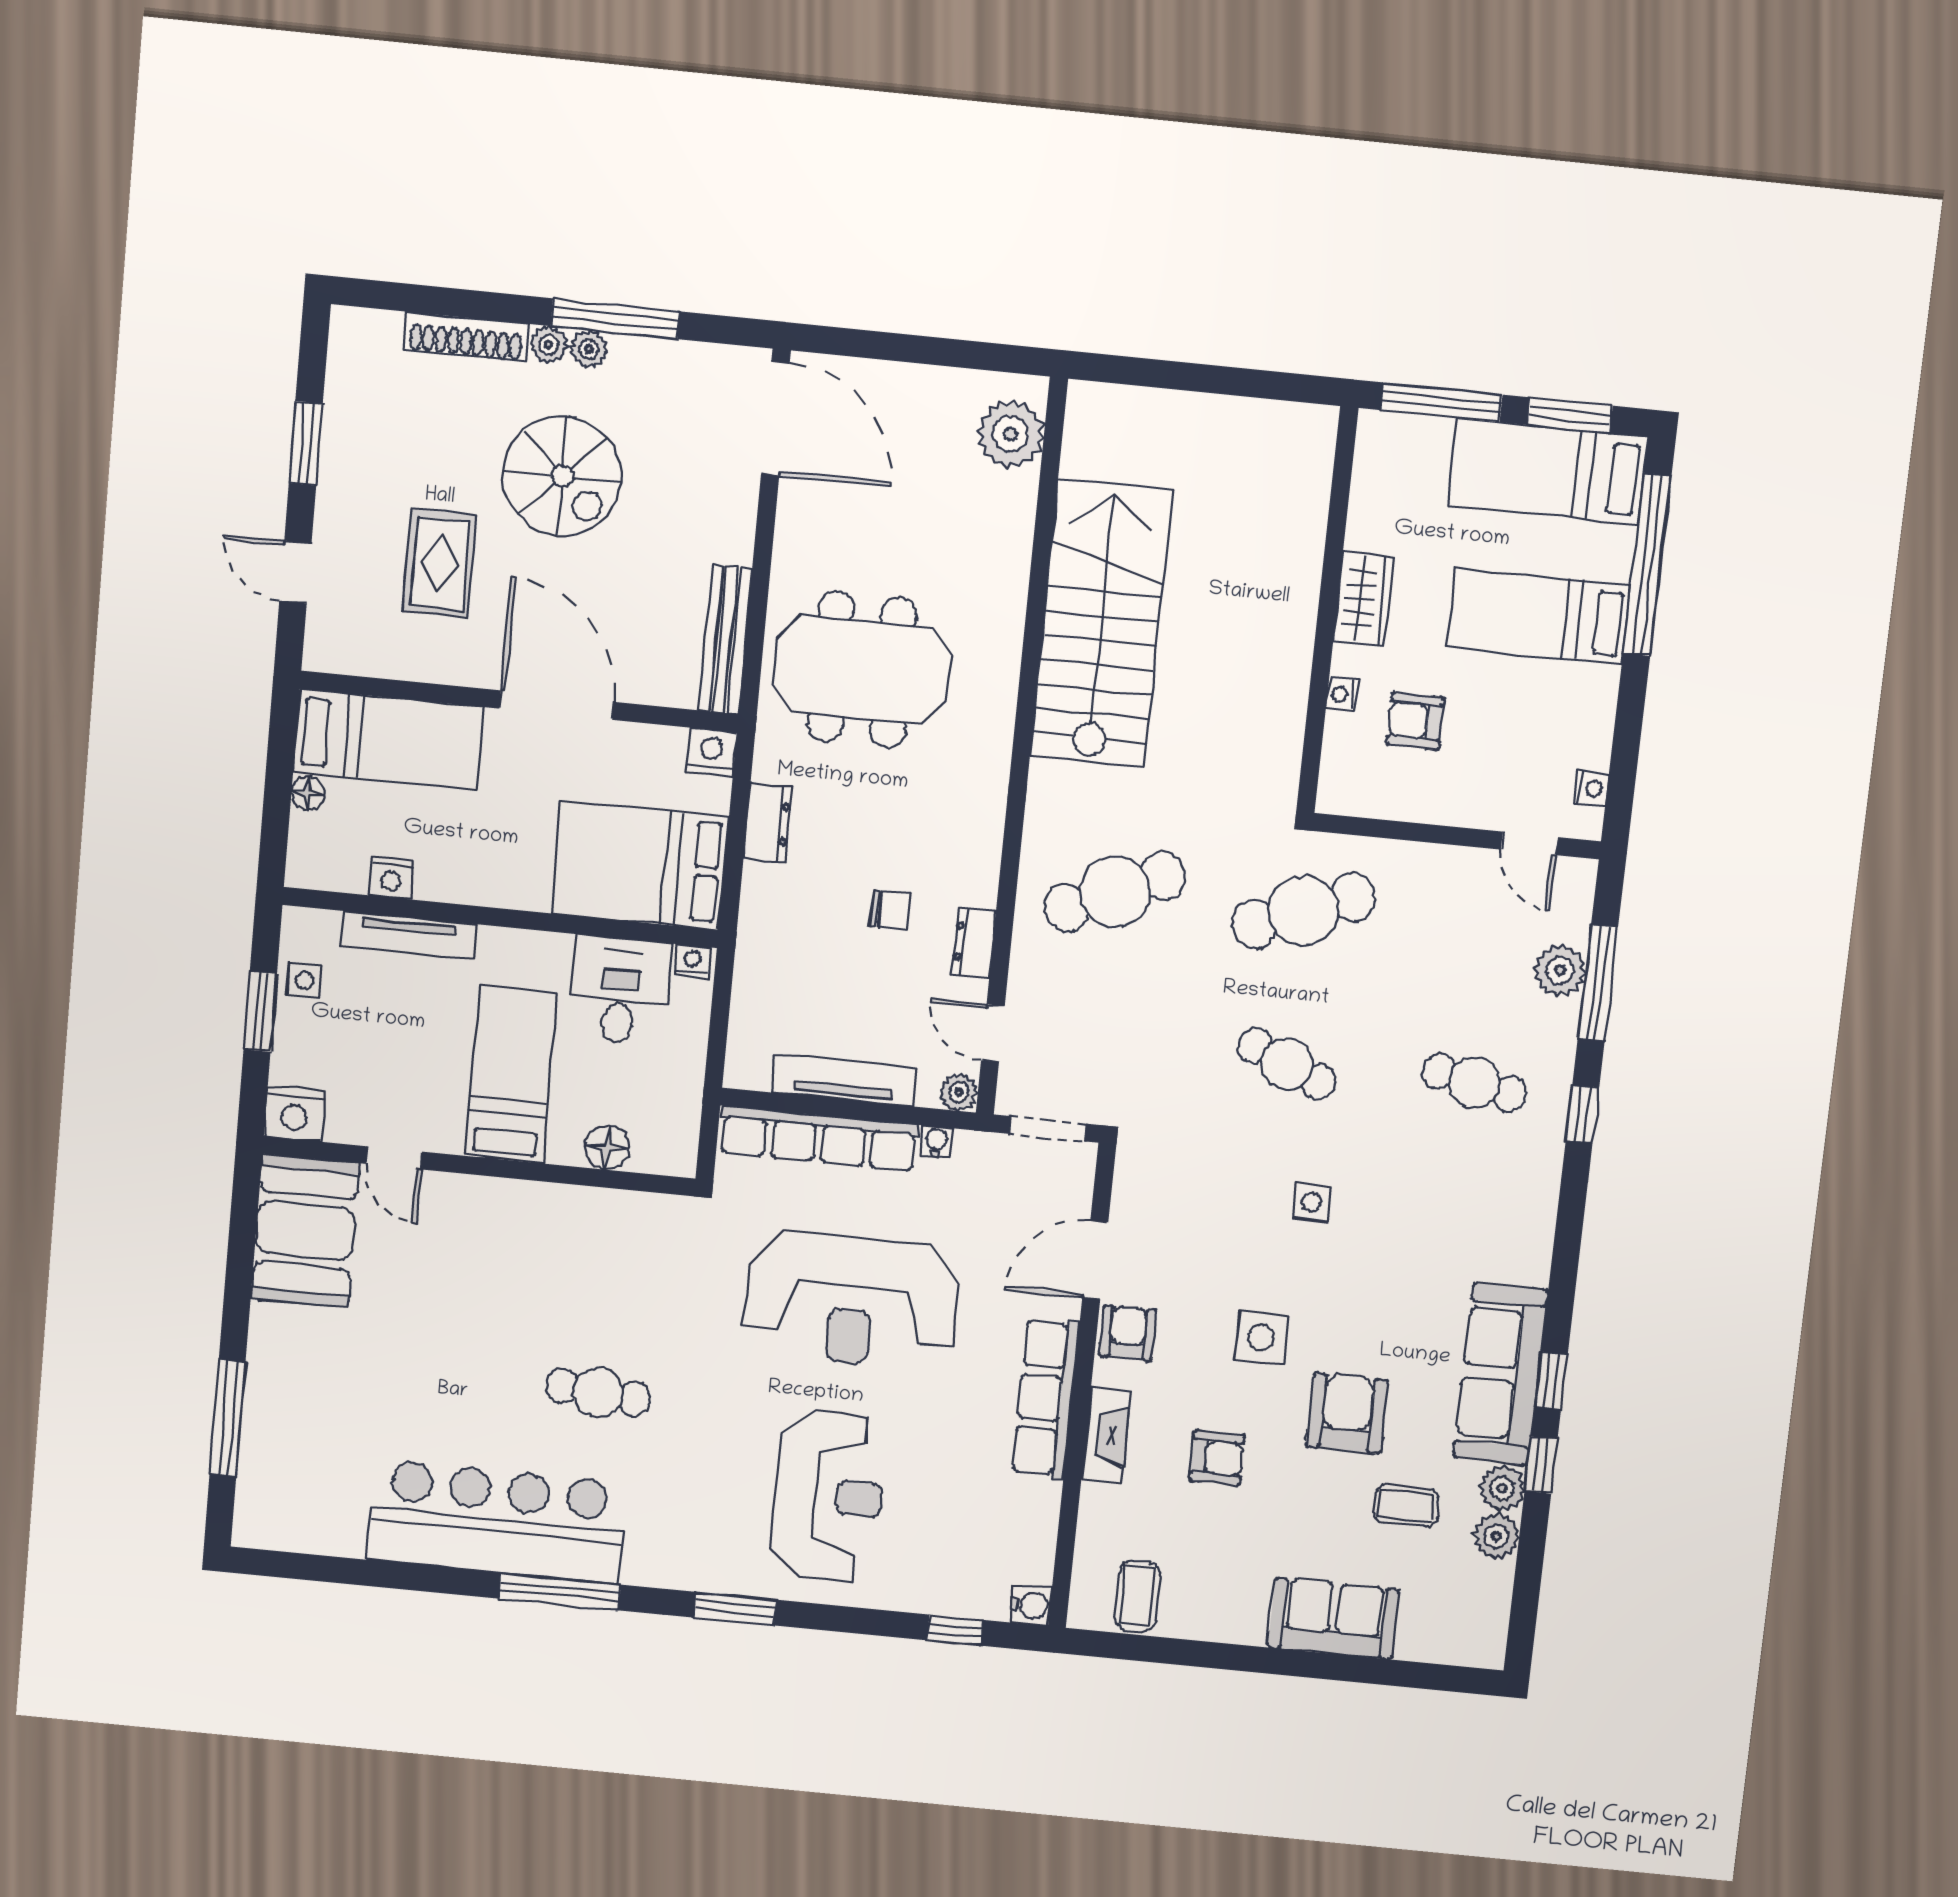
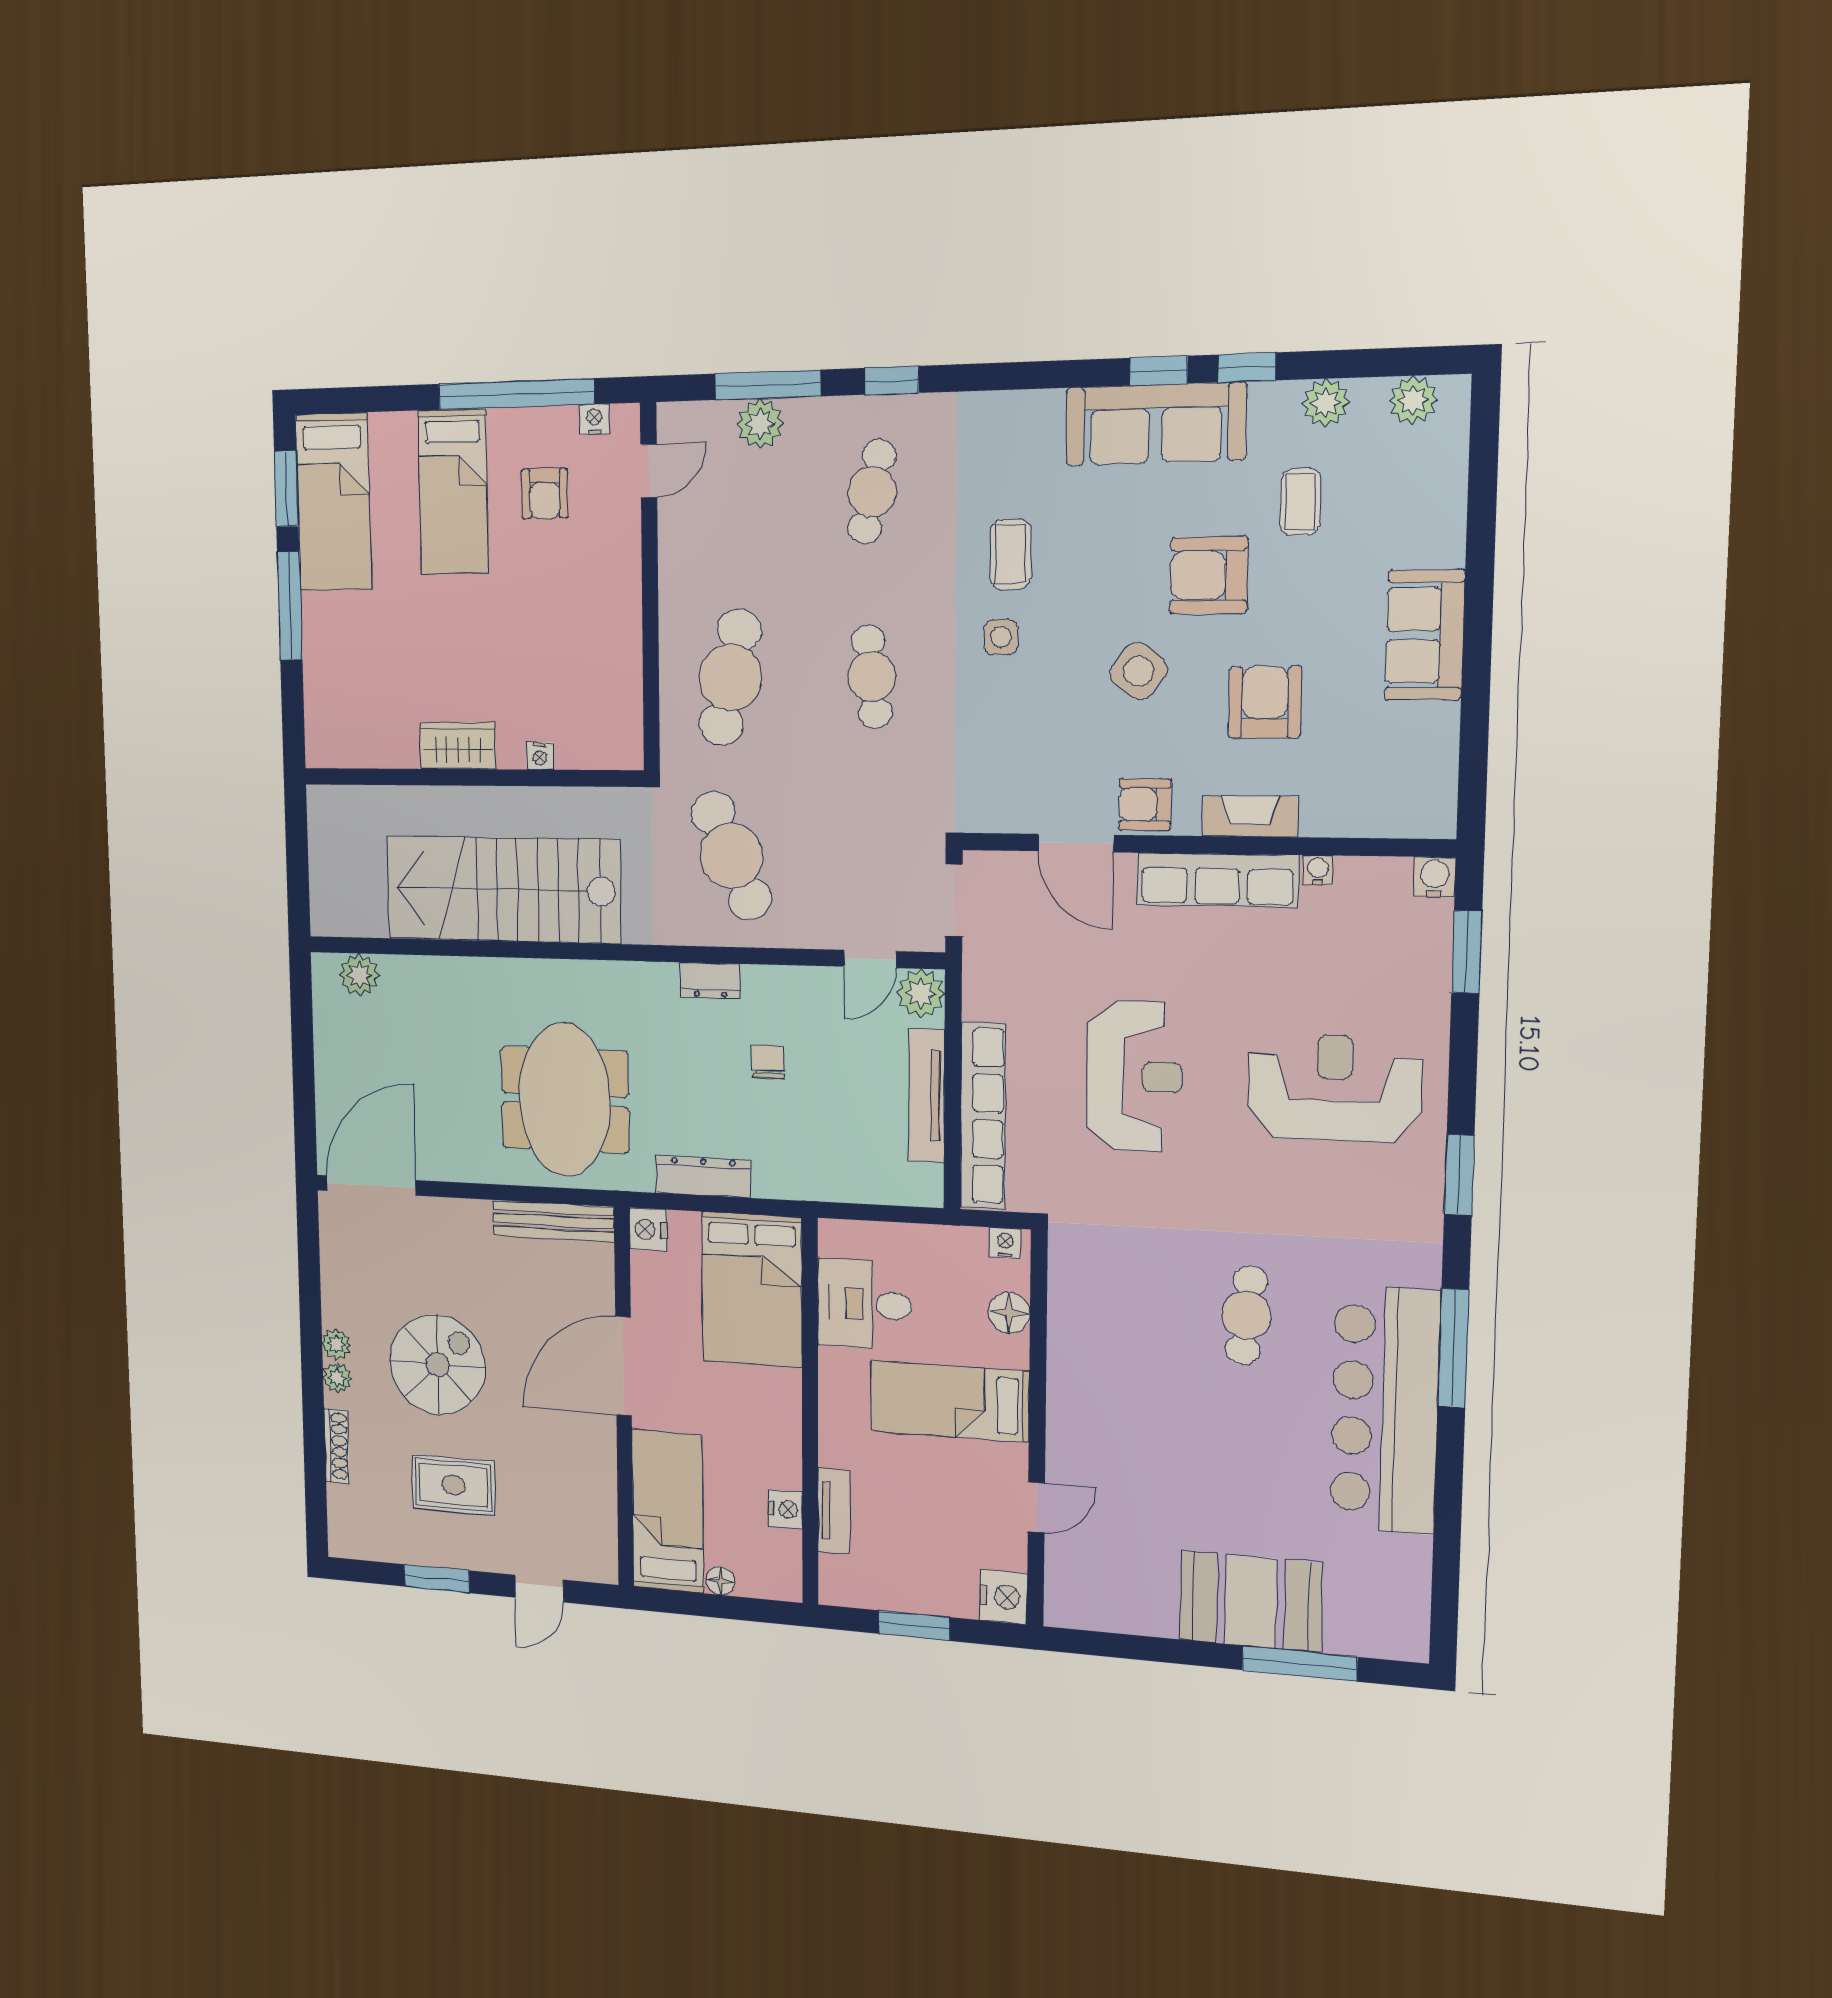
window: (615, 319) -> (311, 1323), removed
shoe rack: (466, 337) -> (337, 1446), width x0.74, depth x0.81
plant: (1010, 434) -> (359, 975), width x0.73, depth x0.73
rug: (440, 563) -> (453, 1485), moved
window: (1647, 565) -> (516, 394), moved
wardrobe: (1364, 598) -> (458, 746), moved
wall: (1327, 611) -> (472, 777), moved
nightstand: (1342, 694) -> (540, 756), moved
armchair: (1415, 721) -> (545, 494), moved
dresser: (768, 823) -> (704, 1176), width x1.44
cafe table: (1304, 911) -> (730, 677), turned 33
tv unit: (409, 936) -> (834, 1511), width x0.71
dresser: (974, 943) -> (710, 981), moved
nightstand: (692, 961) -> (1005, 1243), moved, turned 90
side table: (304, 980) -> (882, 1586), removed
cafe table: (1287, 1064) -> (872, 677), turned -30
plant: (959, 1092) -> (921, 993), width x1.38, depth x1.38
water cooler: (936, 1141) -> (1318, 870), moved, turned 90
booth: (305, 1231) -> (1251, 1601), moved
reception desk: (852, 1300) -> (1135, 1076), width x0.74, depth x0.77
side table: (1261, 1338) -> (1139, 671), turned 37
armchair: (1217, 1458) -> (1265, 702), width x1.38, depth x1.38
plant: (1502, 1488) -> (1413, 400), moved
coffee table: (1137, 1596) -> (1011, 555), moved, turned 90
sofa: (1334, 1619) -> (1425, 635), moved
window: (955, 1630) -> (1467, 952), width x1.50

